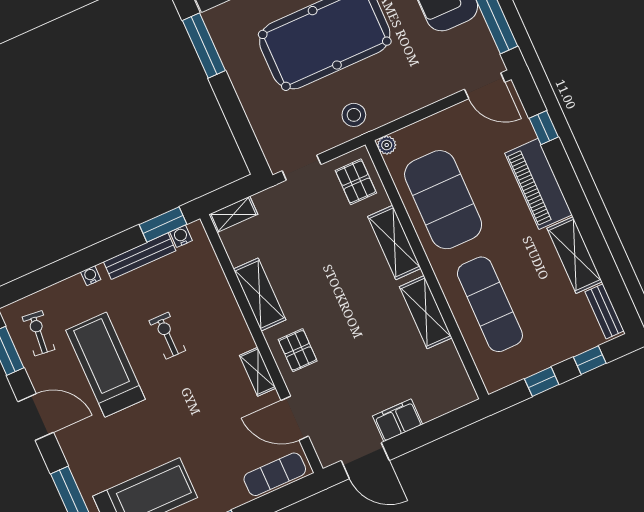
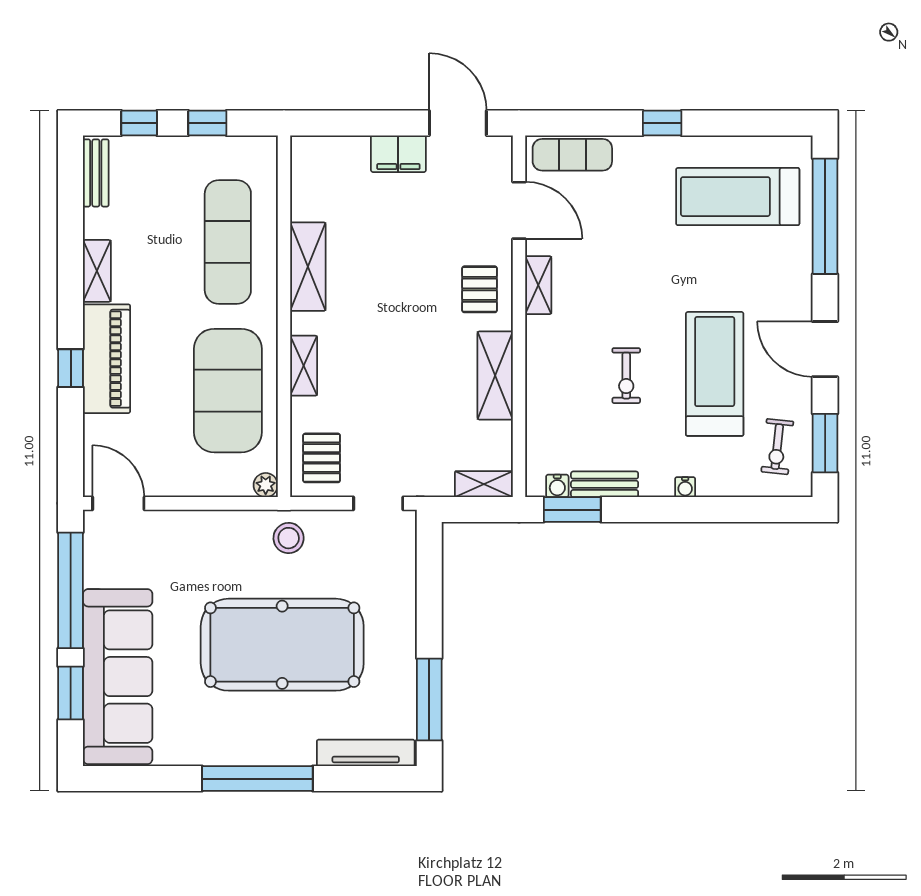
window: (544, 128) -> (71, 368), moved
shelving: (394, 242) -> (304, 366), width x0.67, depth x0.75
shelving: (575, 255) -> (97, 271), width x0.67, depth x0.75
bench: (140, 256) -> (605, 484), width x0.73
treadmill: (106, 365) -> (715, 374), turned 180

